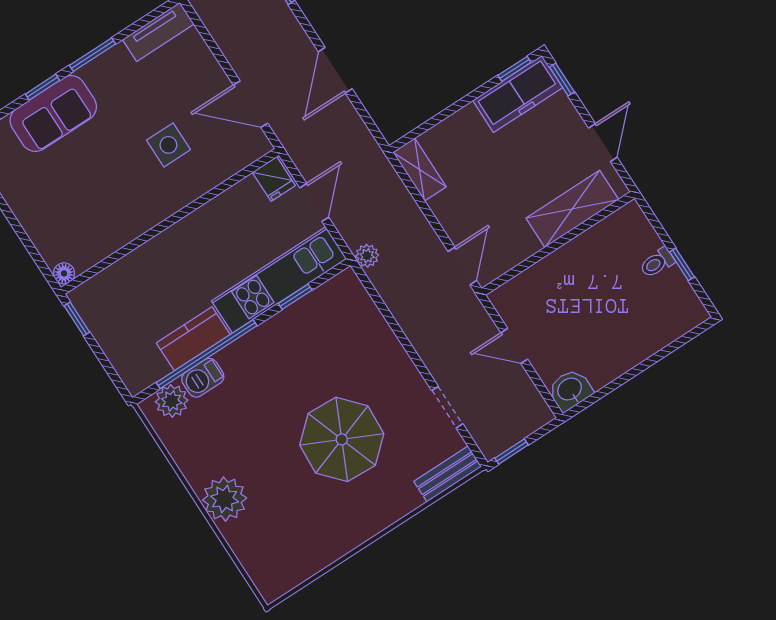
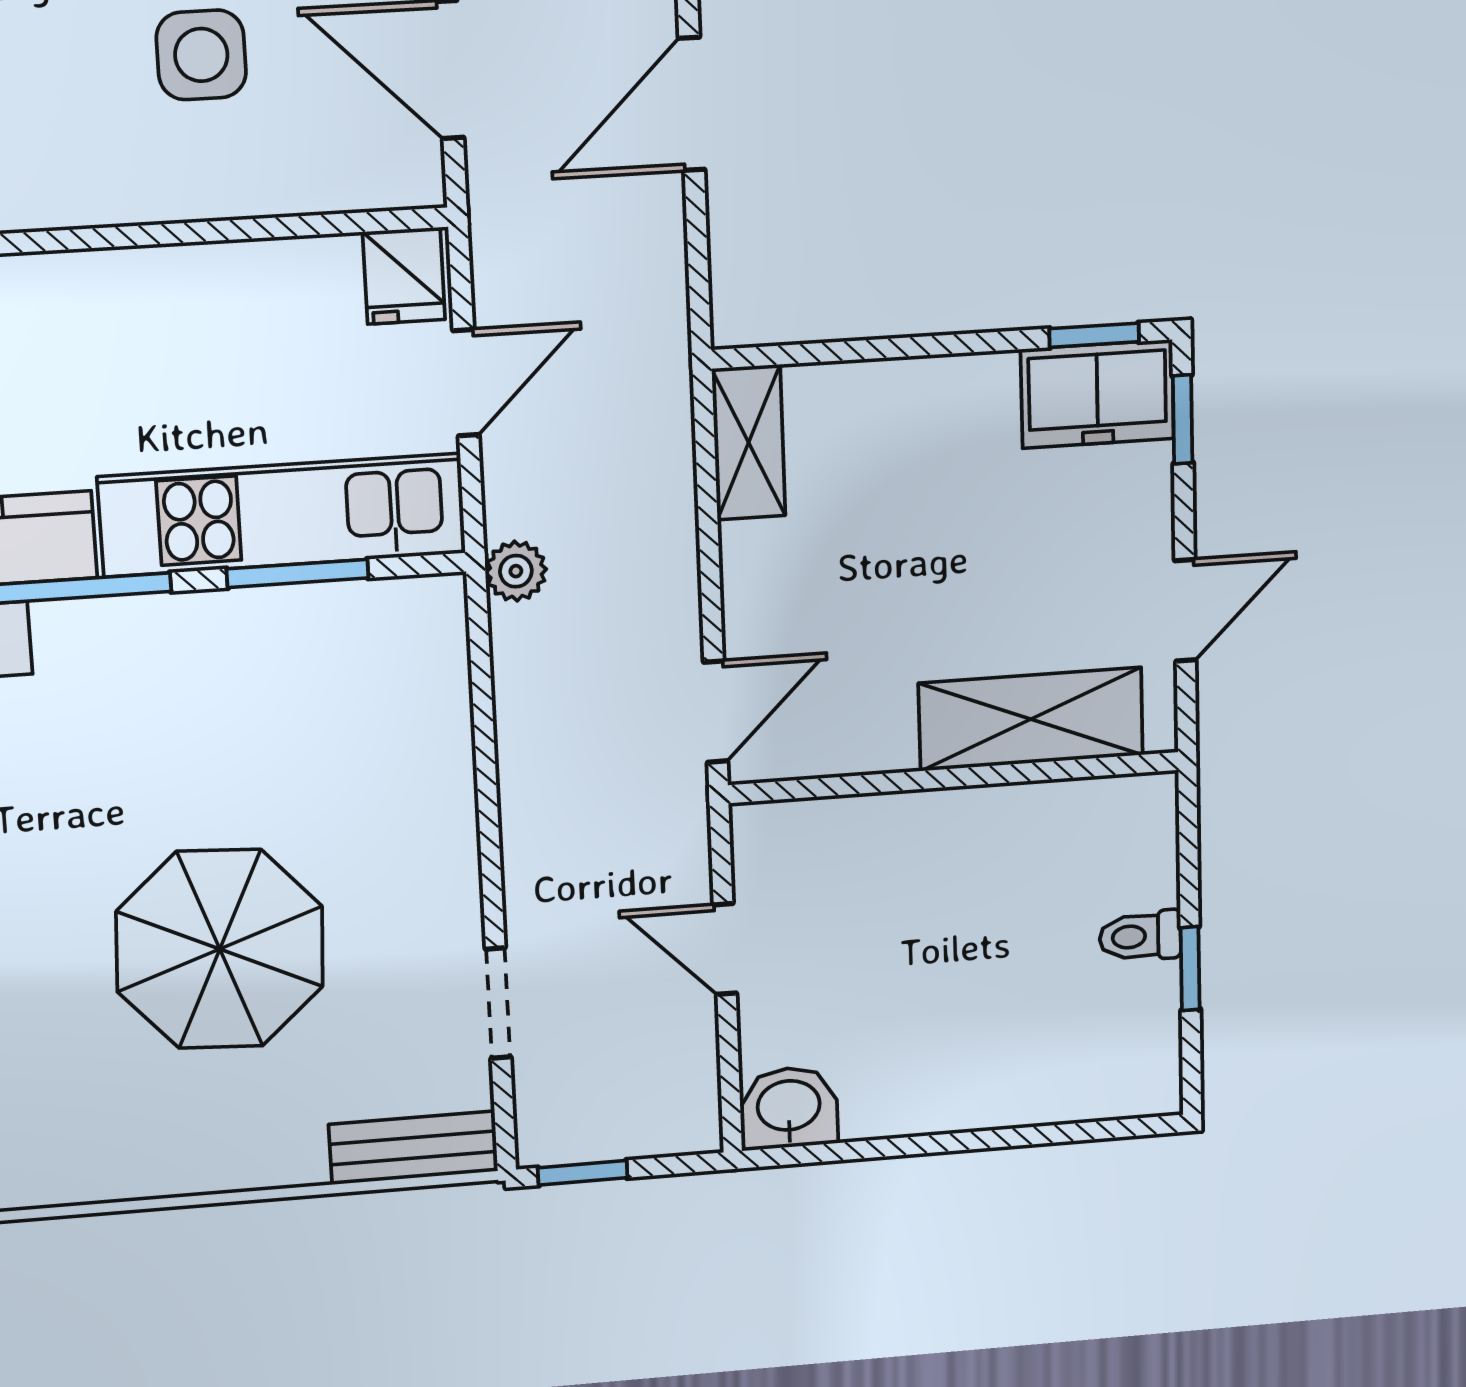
freezer: (518, 94) -> (1097, 394), width x0.71
window: (295, 297) -> (297, 573), width x1.50

